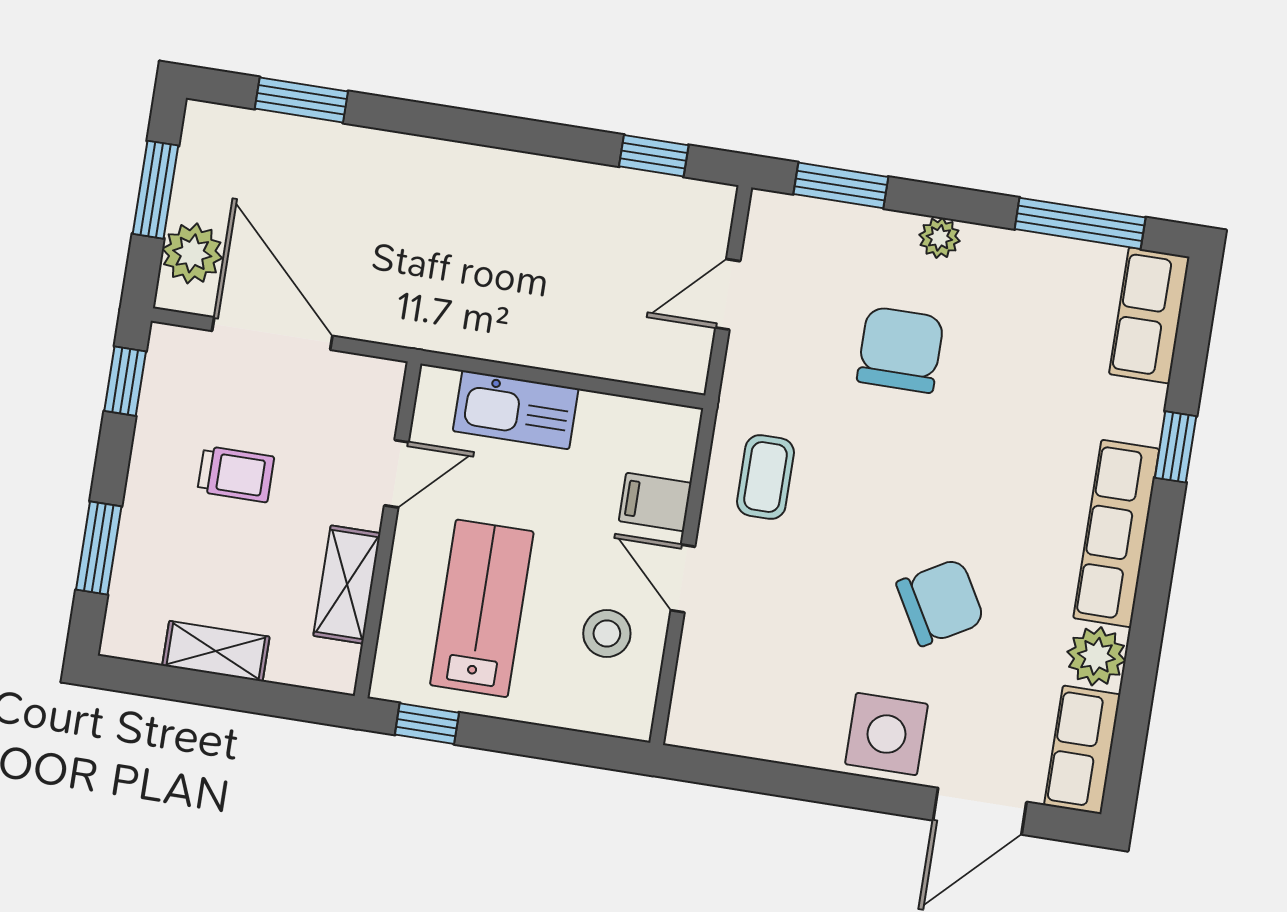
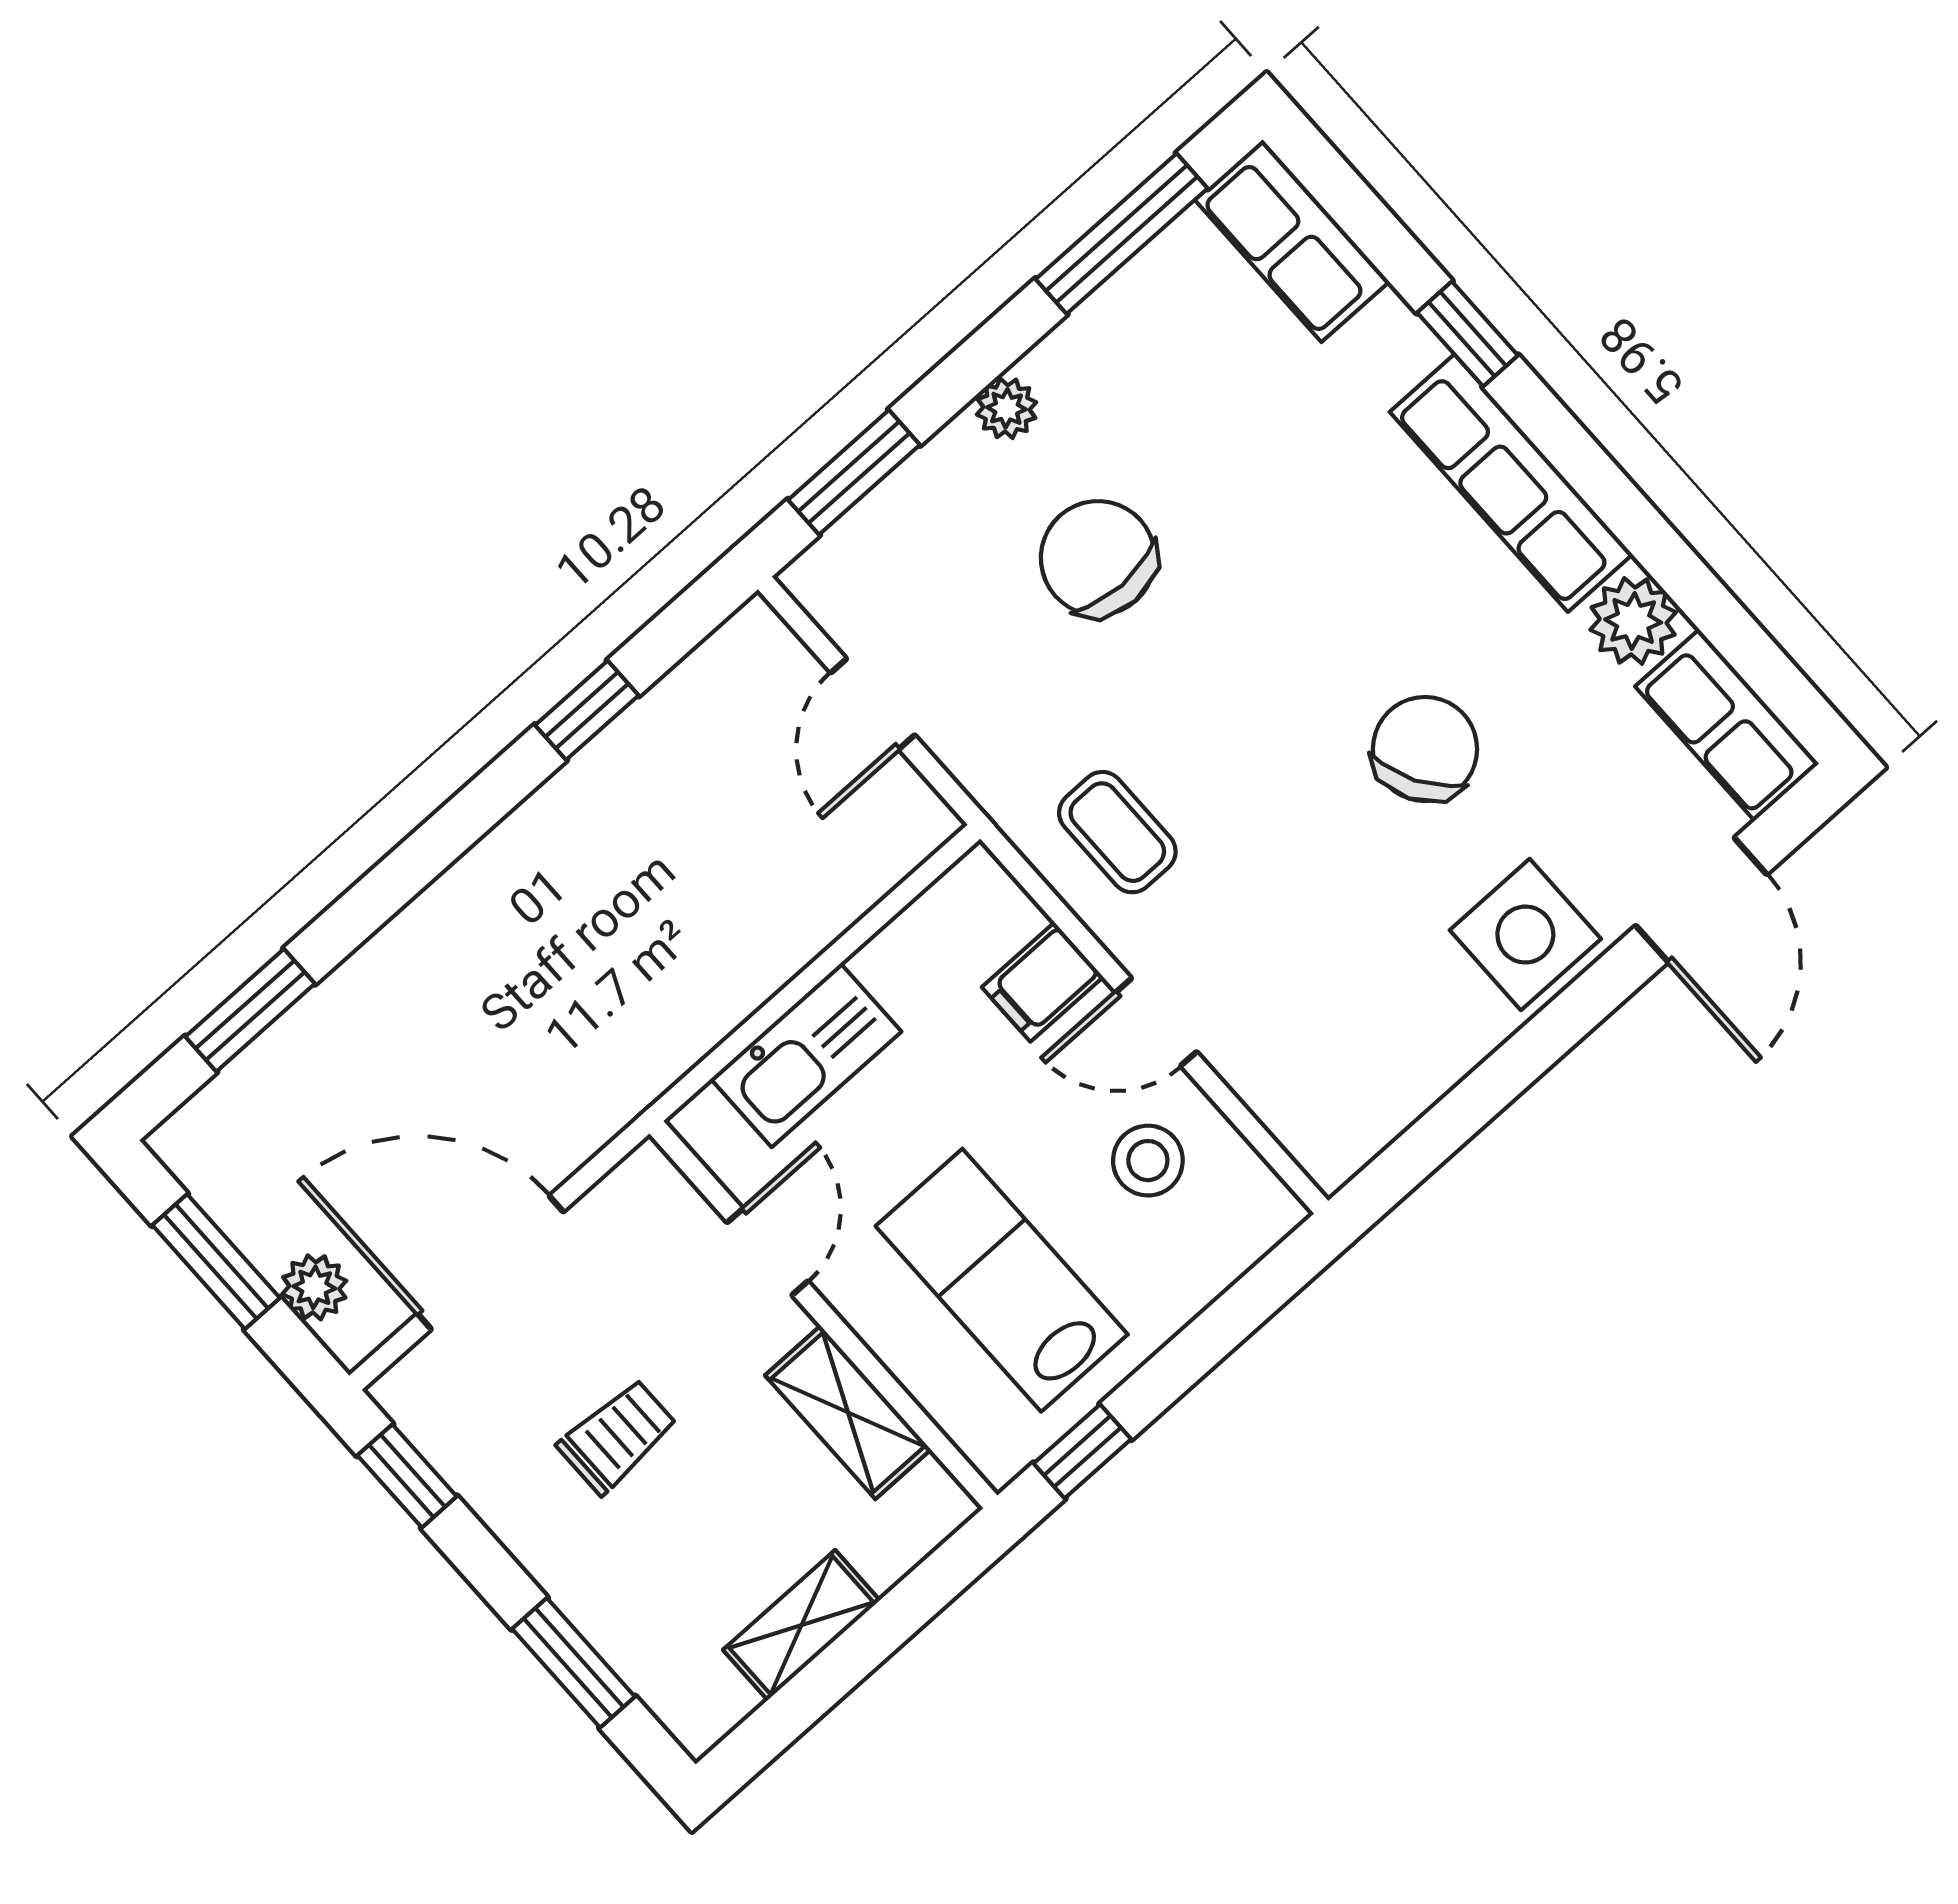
window: (654, 156) -> (587, 710), moved
plant: (192, 253) -> (314, 1287), width x0.73, depth x0.73

